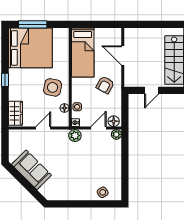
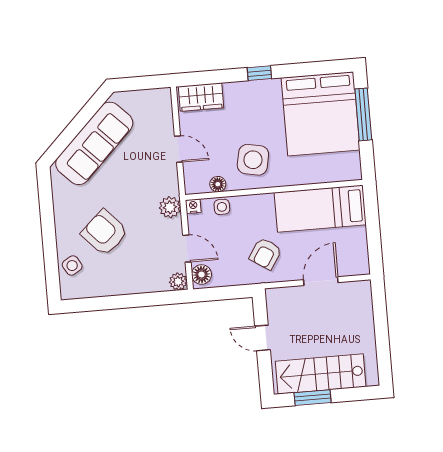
armchair: (105, 85) -> (266, 254), turned -86
sofa: (32, 170) -> (94, 143), width x1.36
armchair: (86, 173) -> (105, 233), added

